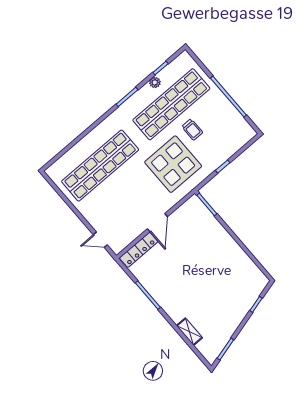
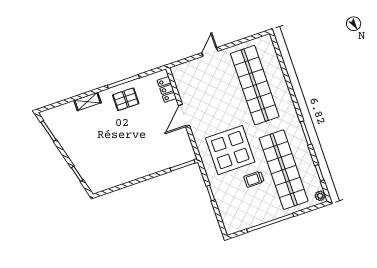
plant: (155, 82) -> (320, 196), moved
door: (157, 223) -> (184, 116), hinge flipped
door: (100, 240) -> (210, 52), moved
locker: (139, 250) -> (167, 89), width x0.66
pallet: (164, 286) -> (126, 99), added
shelving: (189, 332) -> (88, 102), moved

